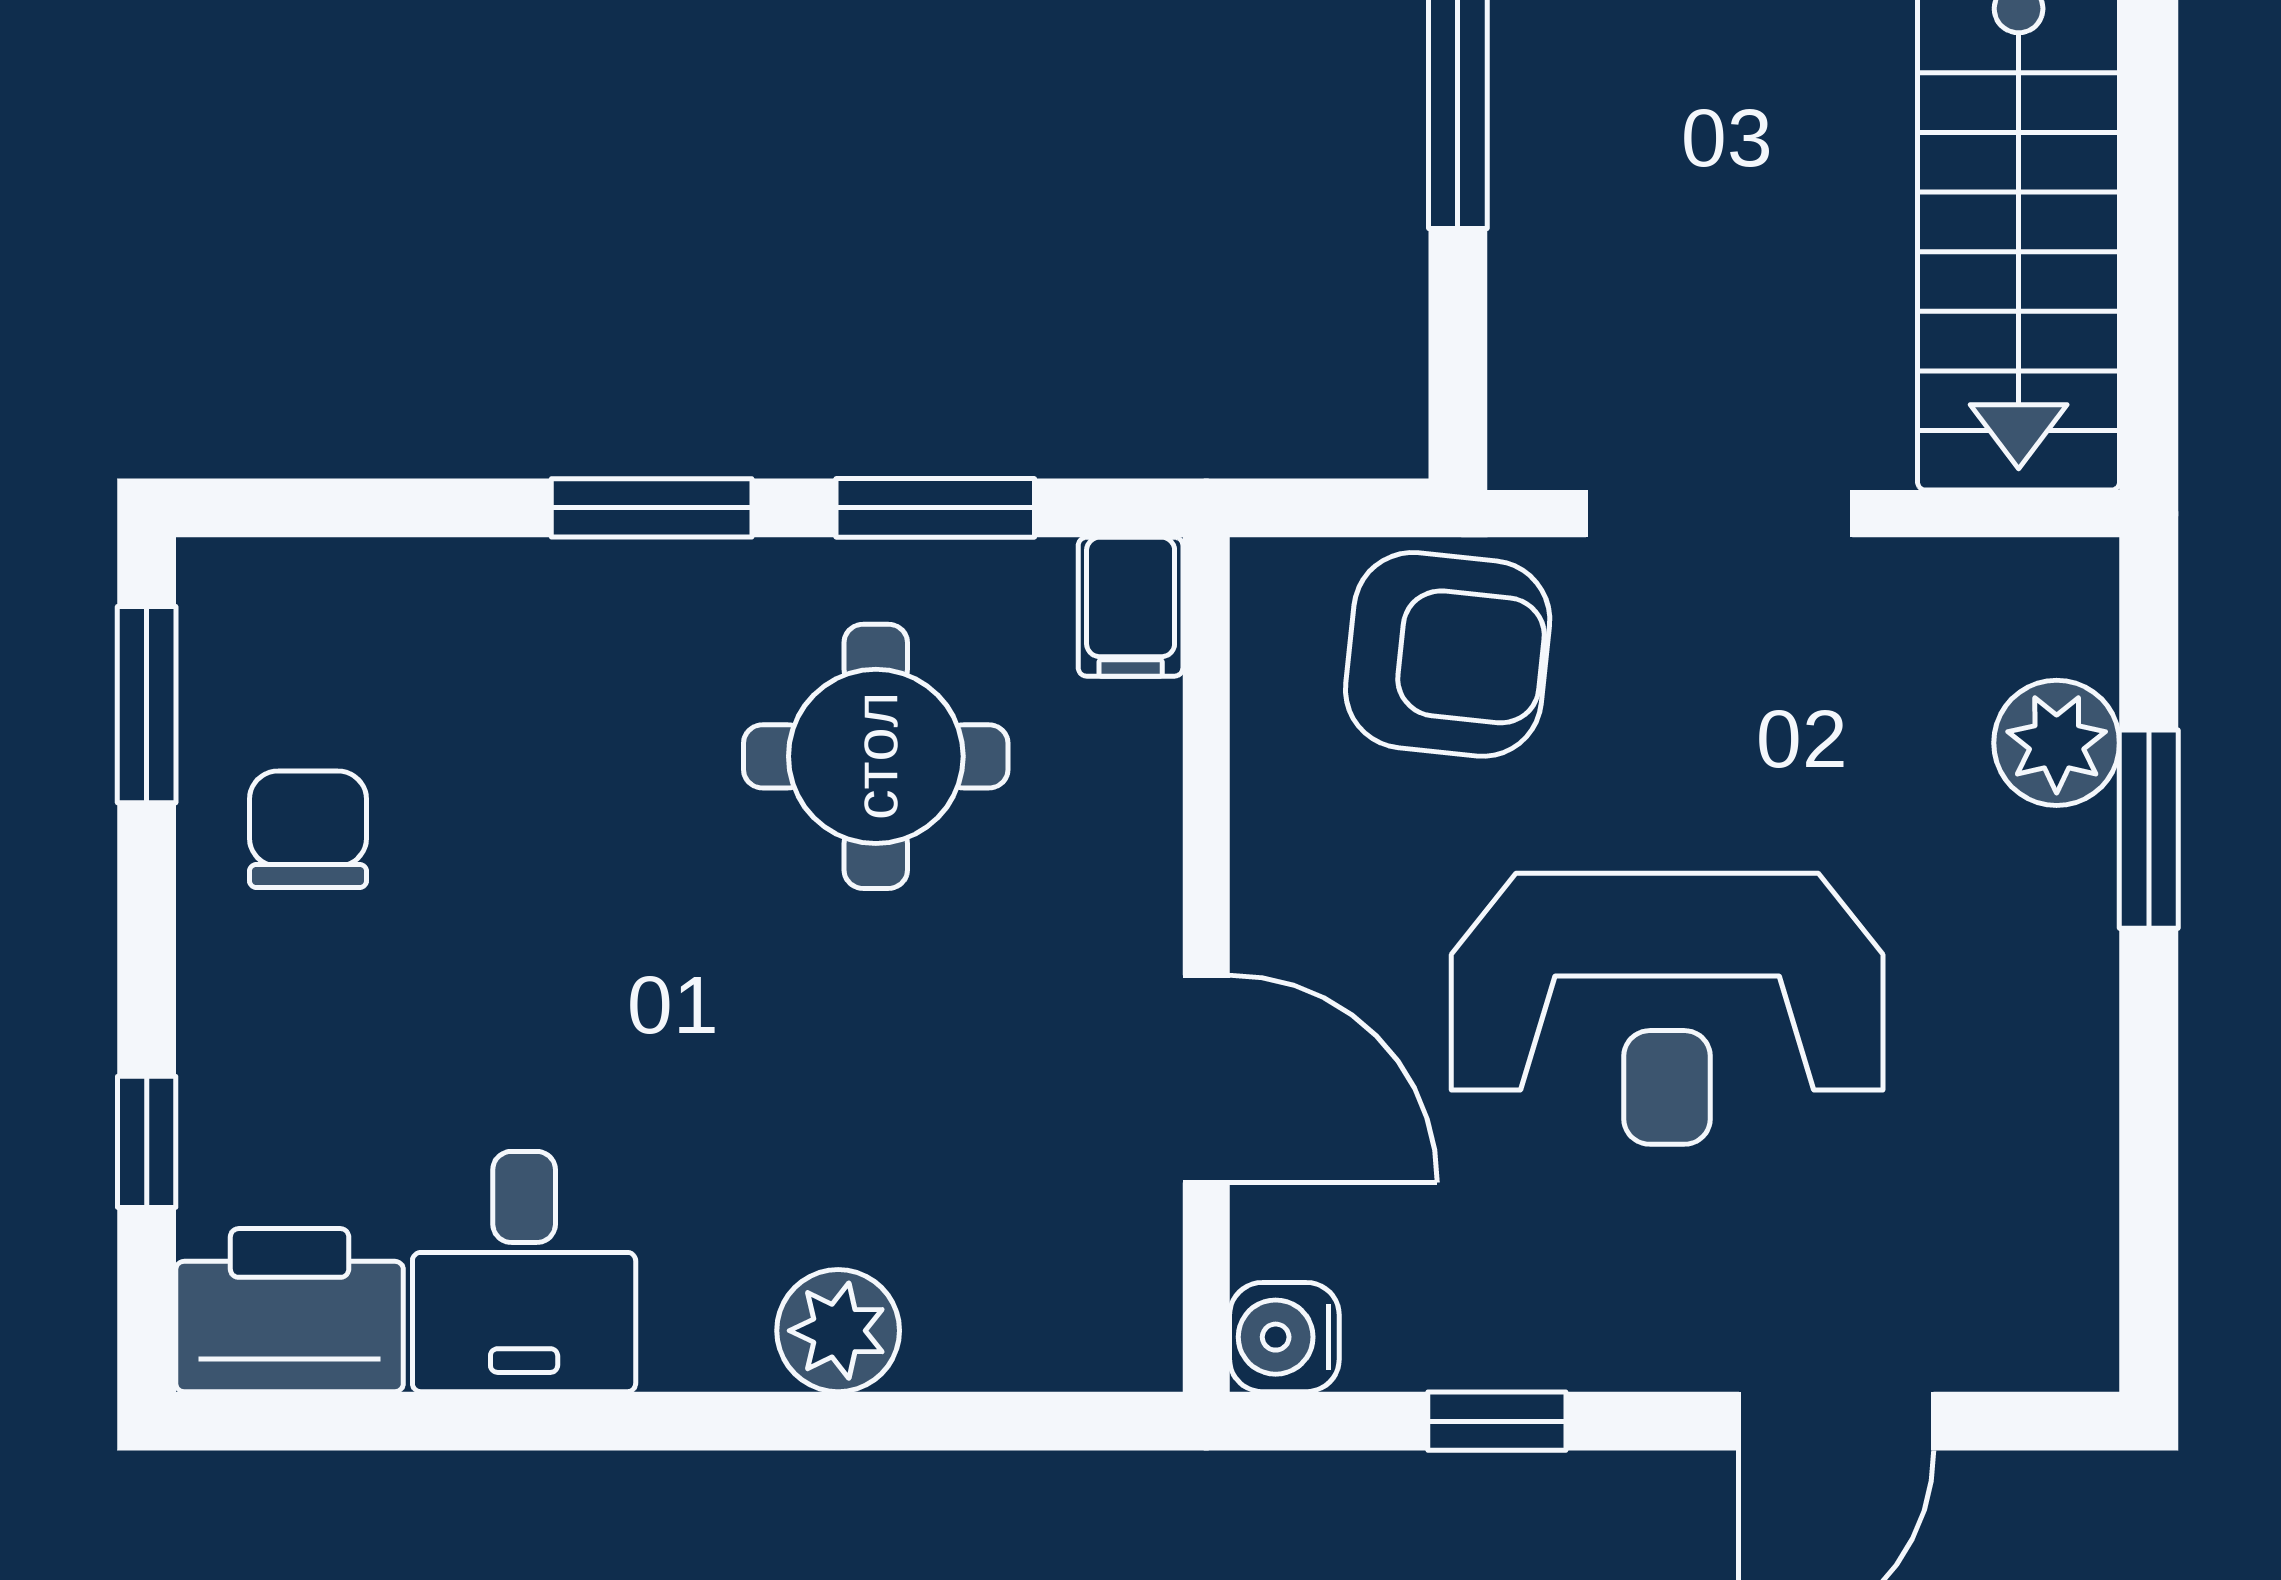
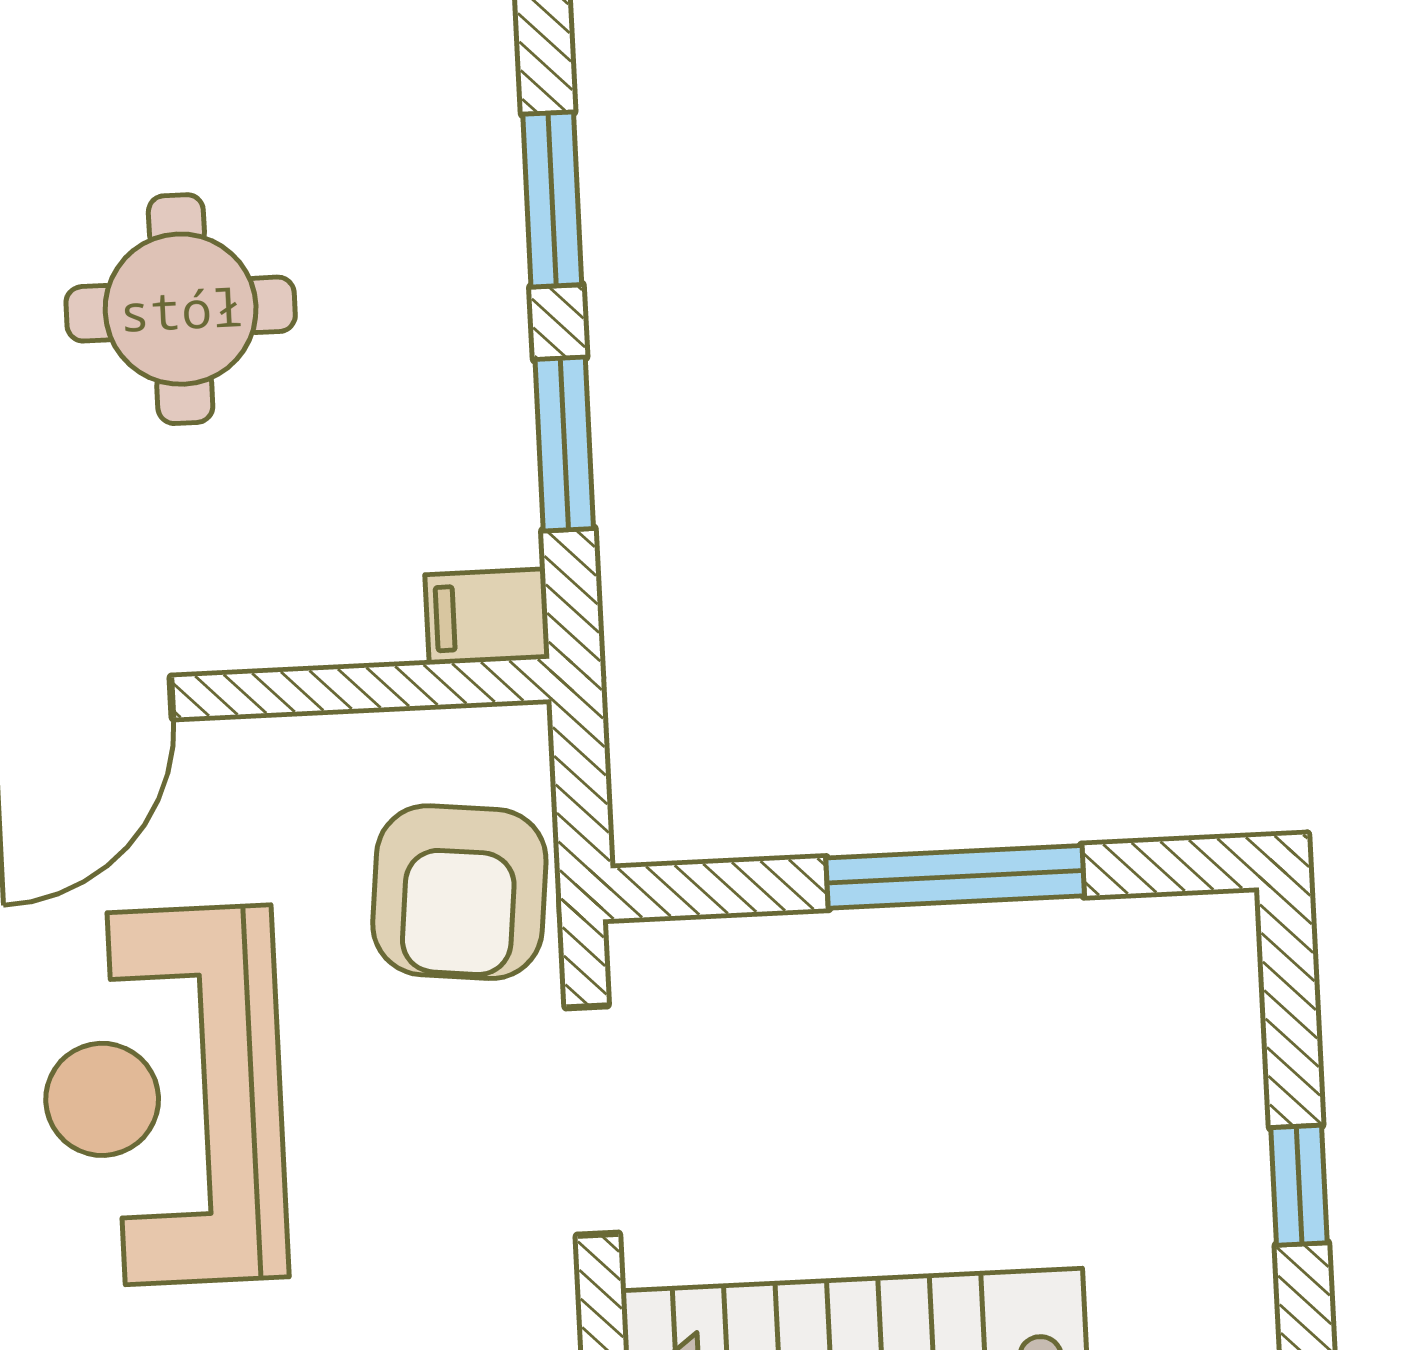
round table: (876, 756) -> (181, 309), moved

